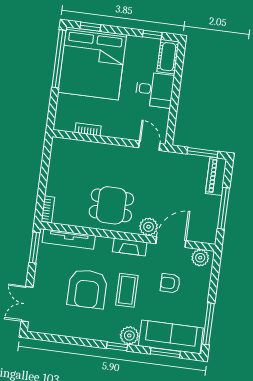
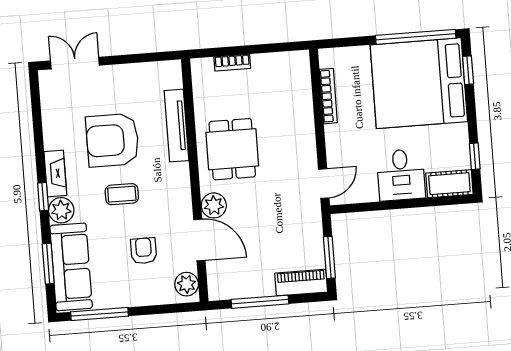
bookcase: (88, 129) -> (328, 96), width x1.56
bookcase: (48, 209) -> (232, 63), moved
tv unit: (69, 239) -> (176, 126), moved
fireplace: (130, 247) -> (55, 173), moved, turned 180
window: (34, 248) -> (153, 57), removed
coffee table: (127, 290) -> (122, 194), width x0.73, depth x0.77

